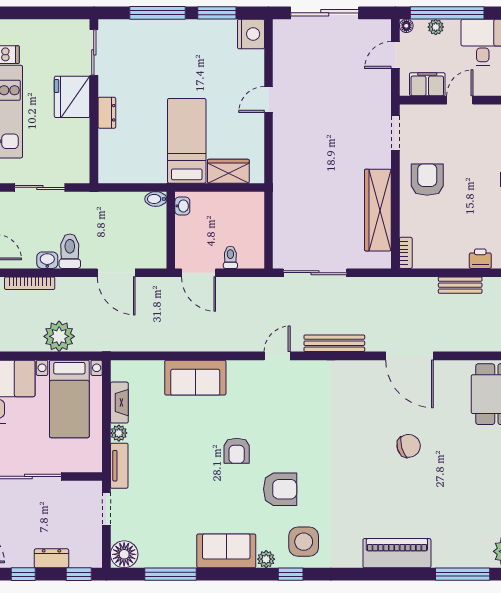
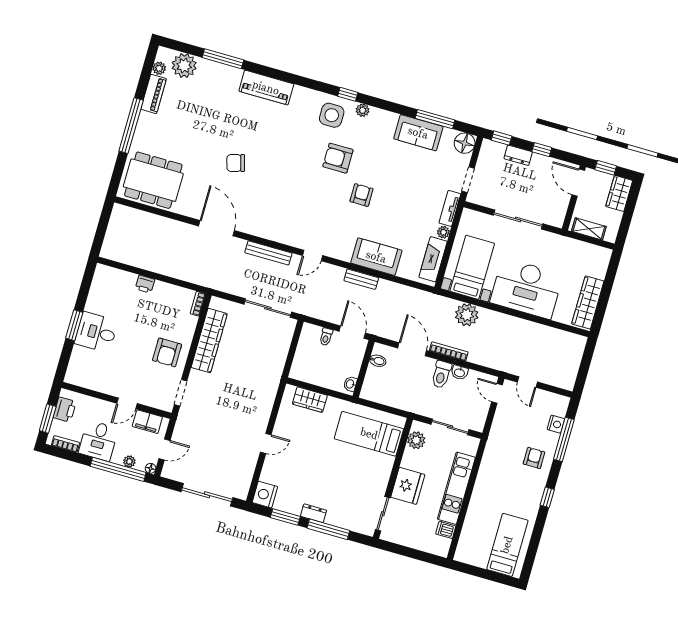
dresser: (107, 113) -> (313, 513), moved, turned 90
bed: (187, 141) -> (369, 434), moved, turned 90
plant: (78, 158) -> (416, 440), added
bidet: (156, 199) -> (378, 361), moved
bookcase: (30, 283) -> (449, 351), moved
bench: (460, 285) -> (361, 279), moved
fireplace: (119, 403) -> (433, 259), width x1.37, depth x1.32
sofa: (226, 551) -> (418, 133), moved

